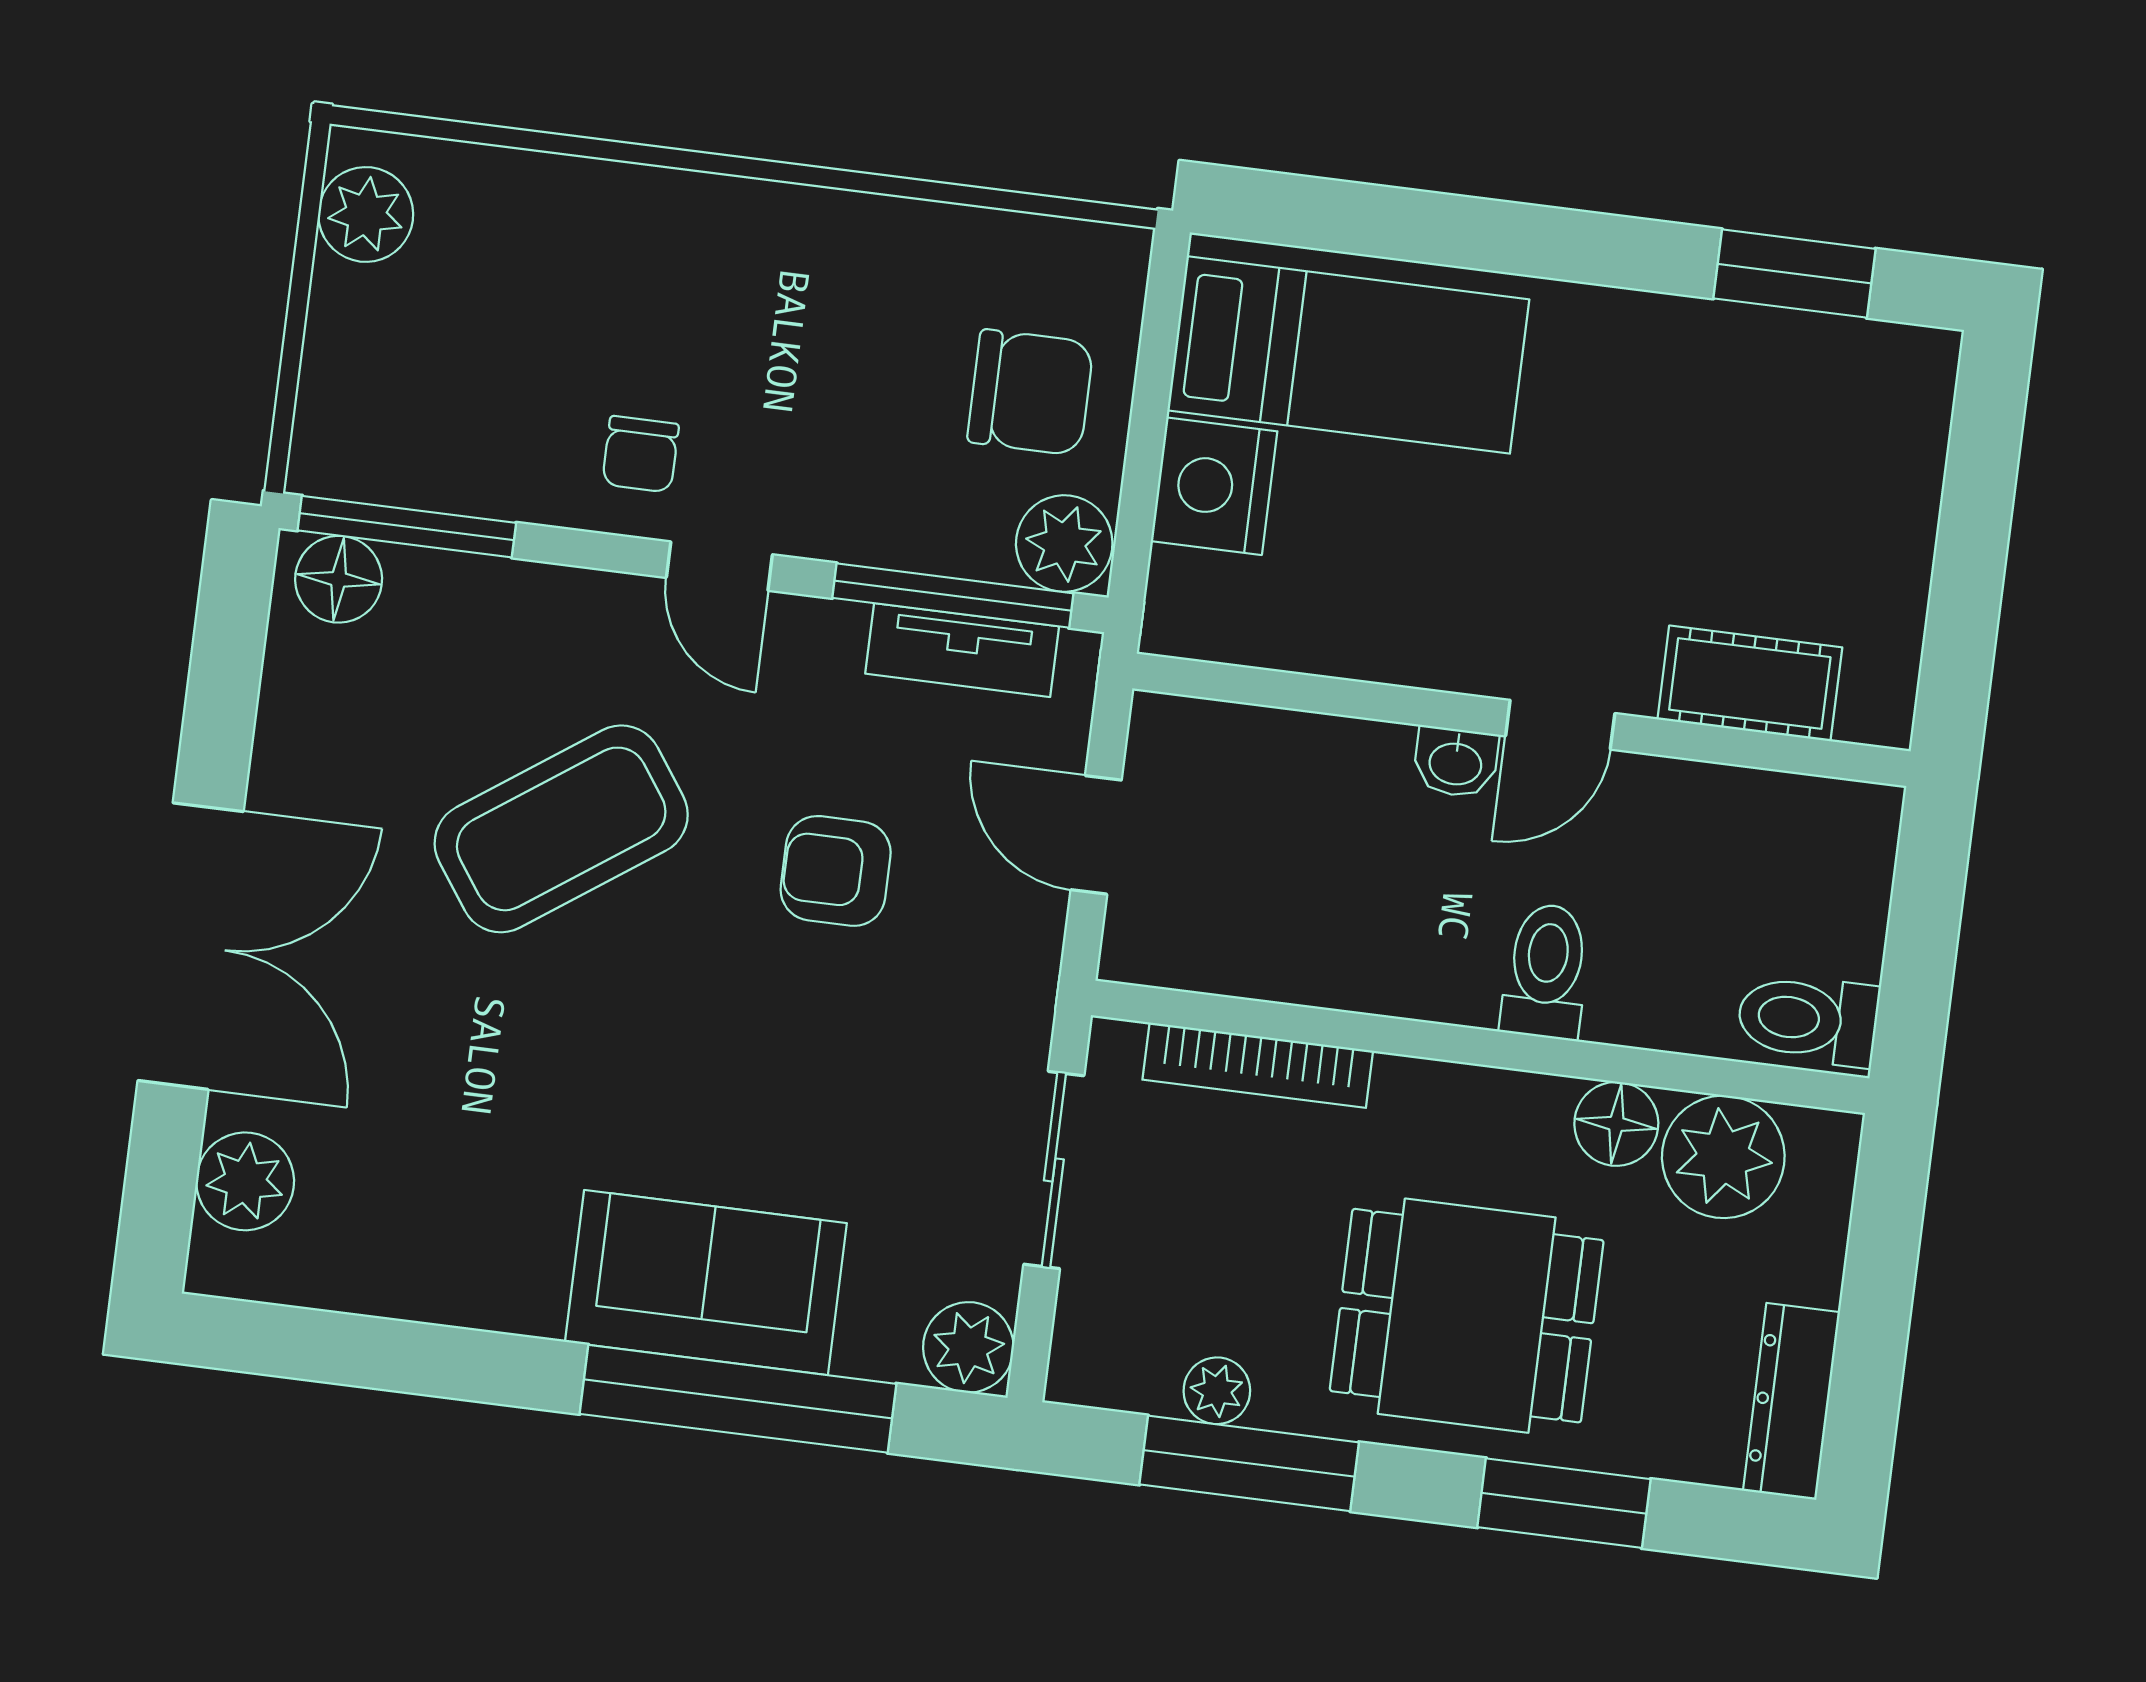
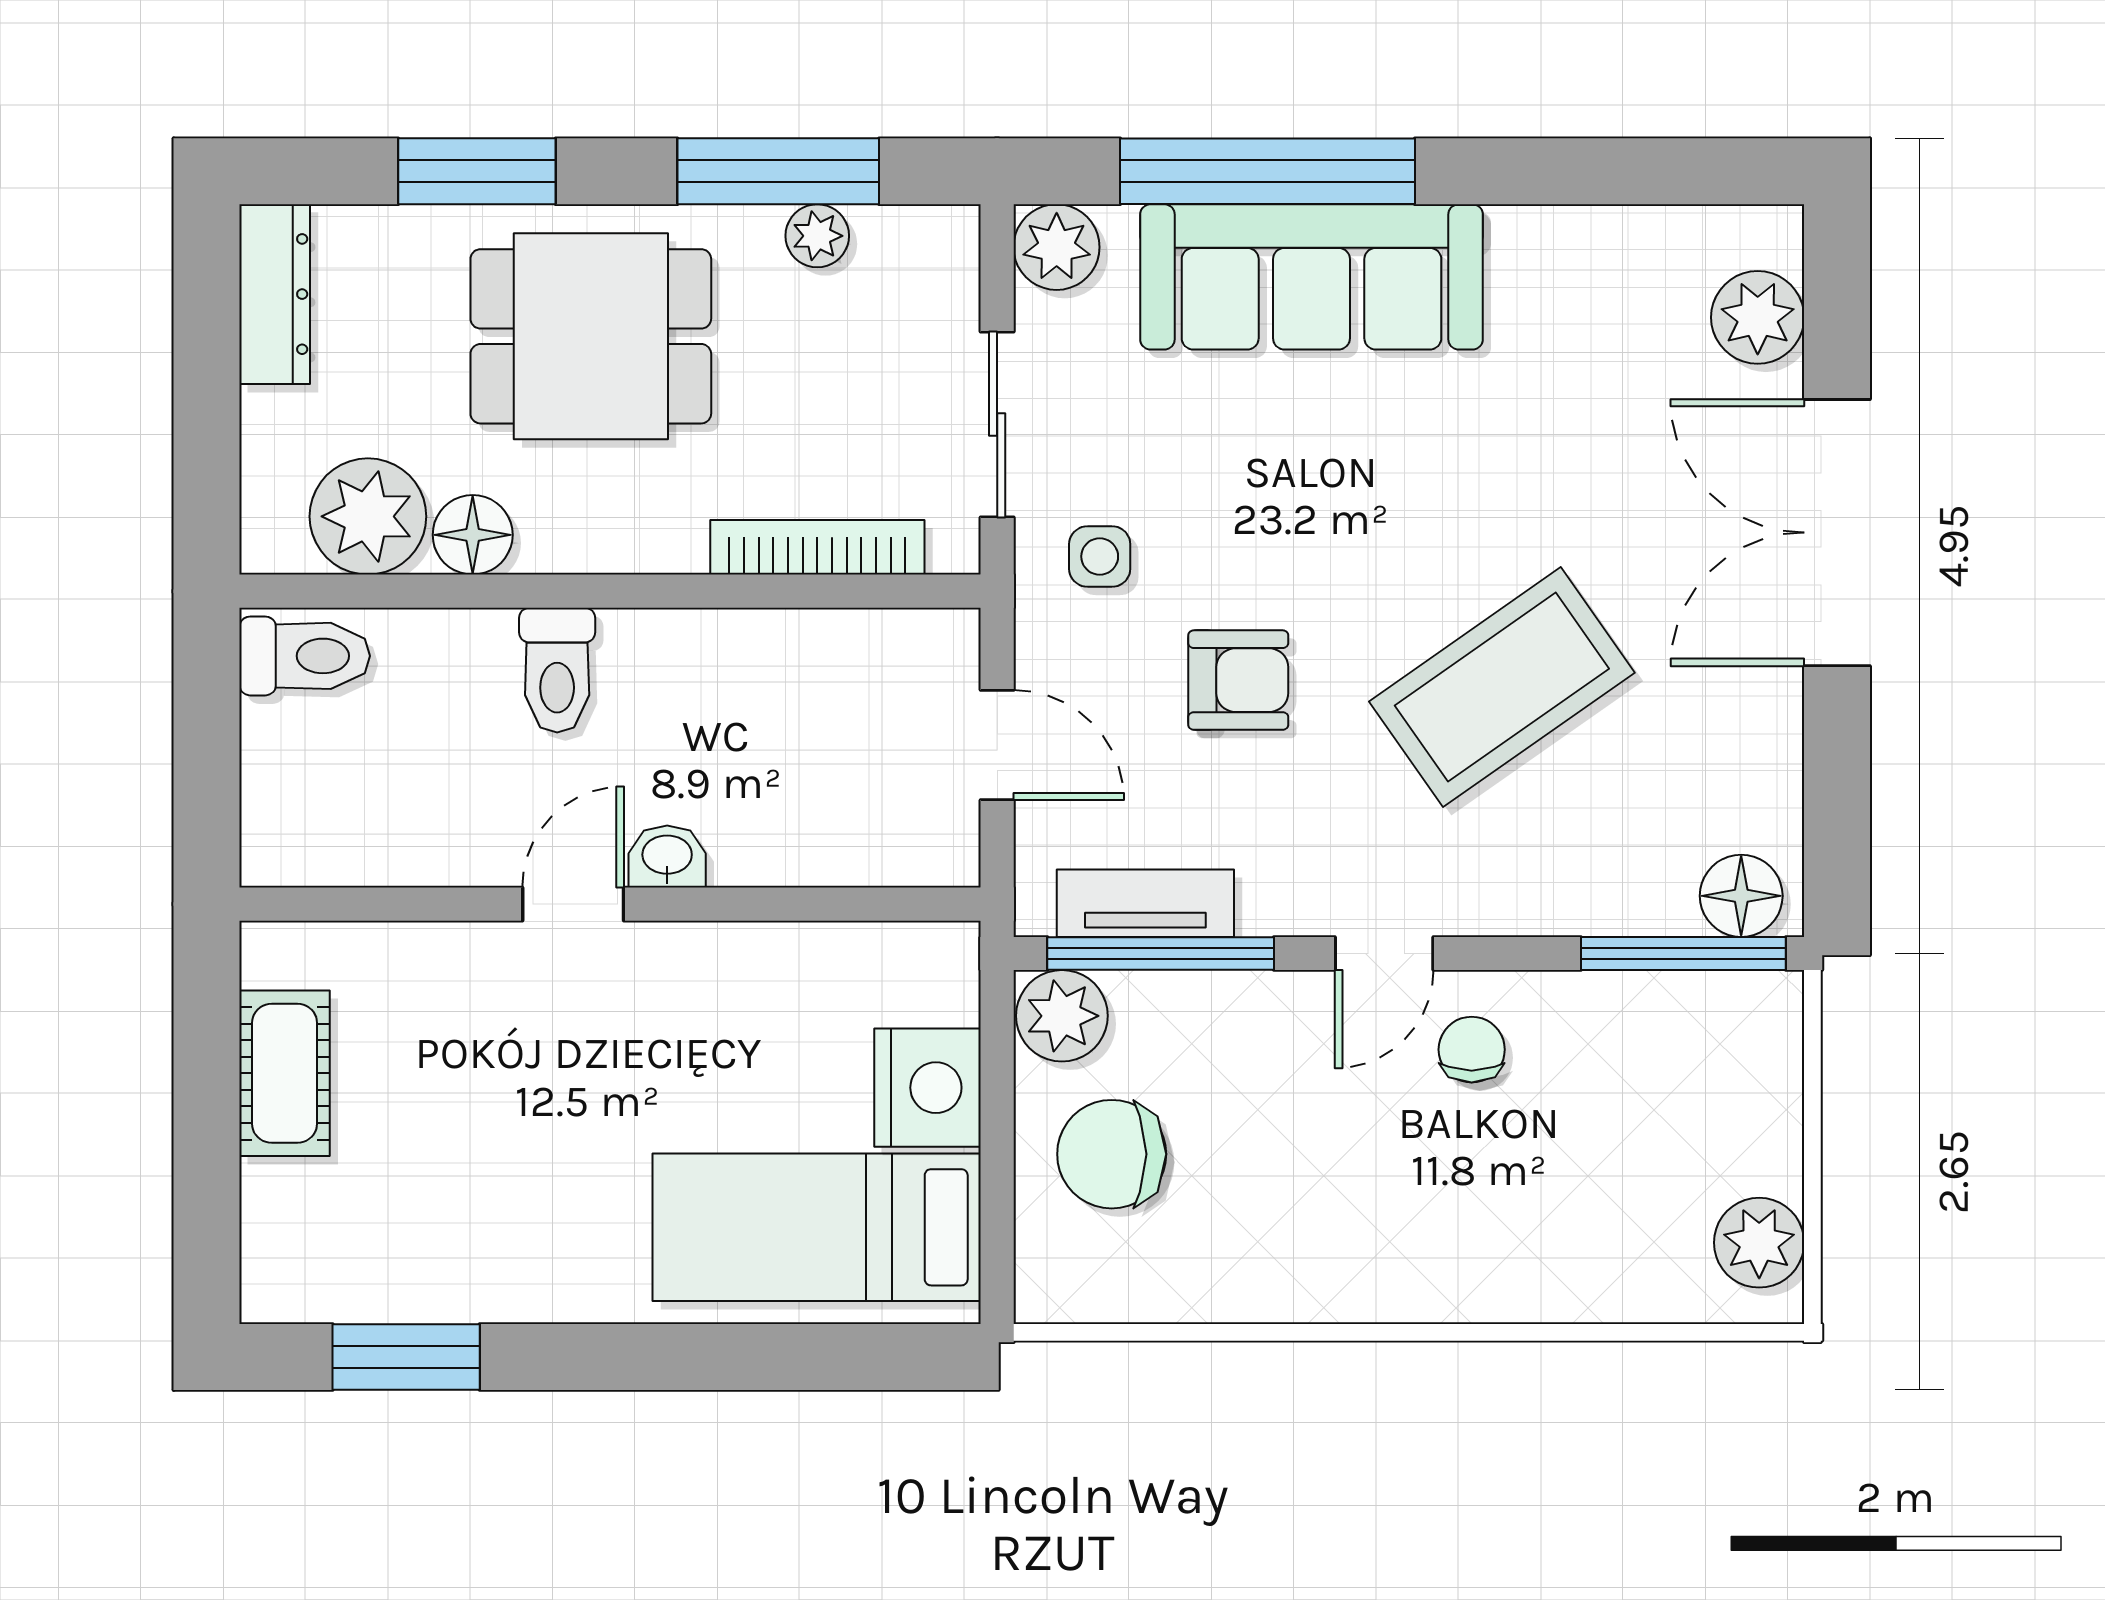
door: (719, 566) -> (1384, 954), swing flipped
cot: (1750, 683) -> (285, 1073), moved, turned 90
side table: (964, 1018) -> (1100, 556), added
sofa: (706, 1283) -> (1311, 277), width x1.36

